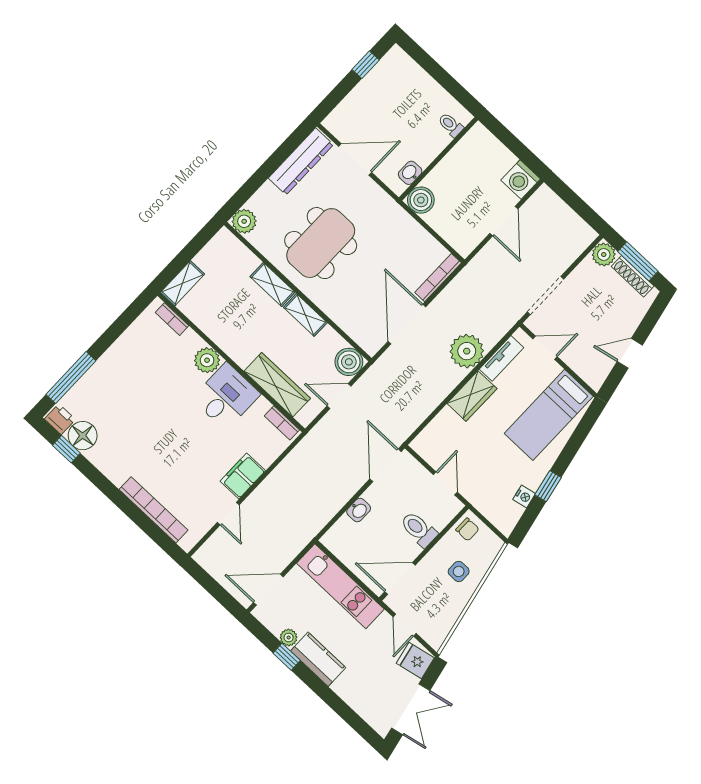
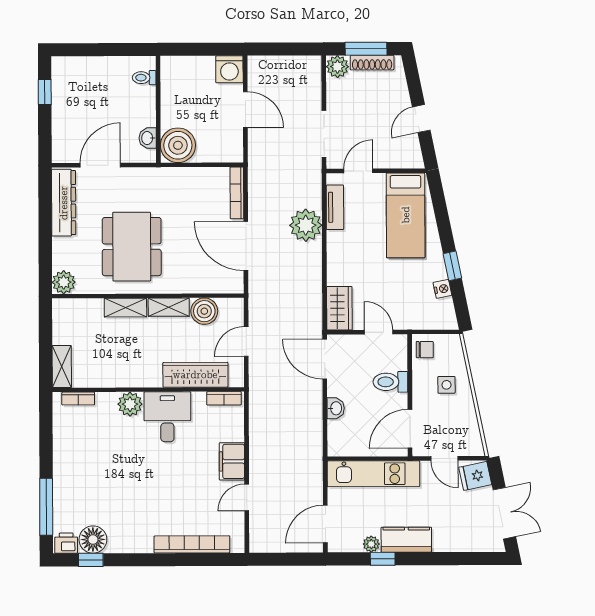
boiler: (421, 200) -> (178, 145), width x1.37, depth x1.37
boiler: (349, 362) -> (204, 311), moved
wardrobe: (472, 396) -> (339, 308), moved
door: (228, 514) -> (247, 497), swing flipped

